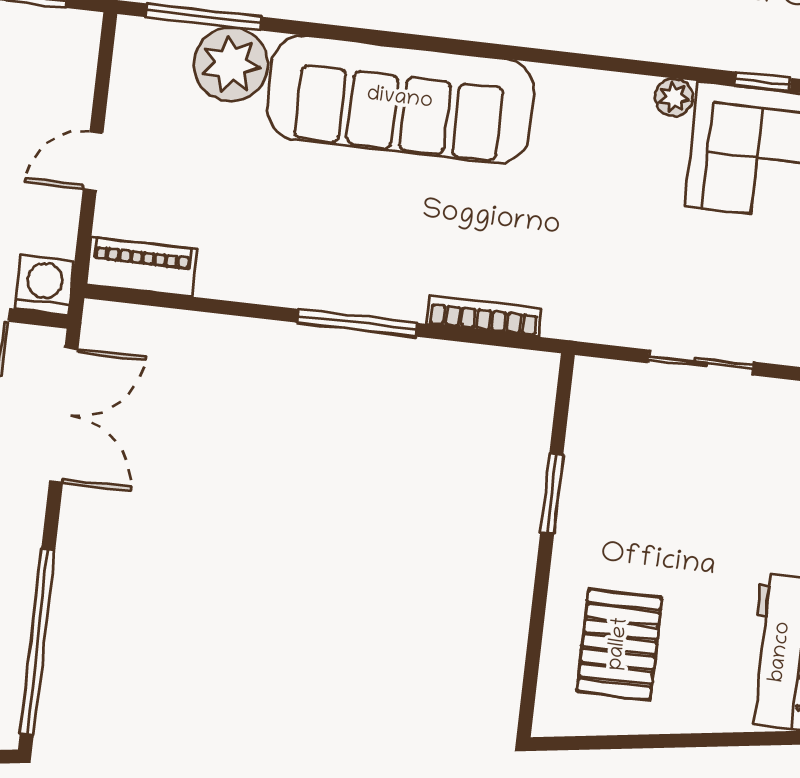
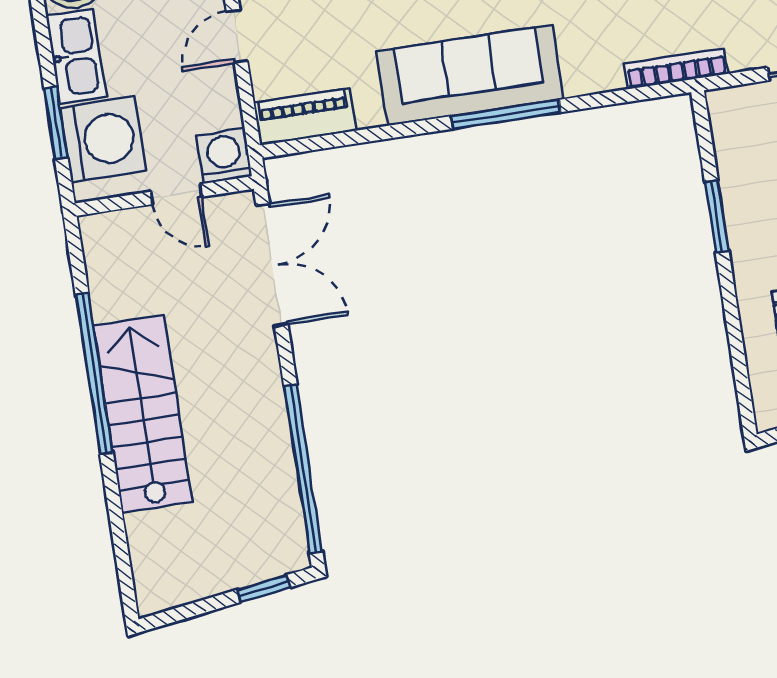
sofa: (330, 271) -> (470, 75), added
bookcase: (484, 316) -> (676, 69), moved

